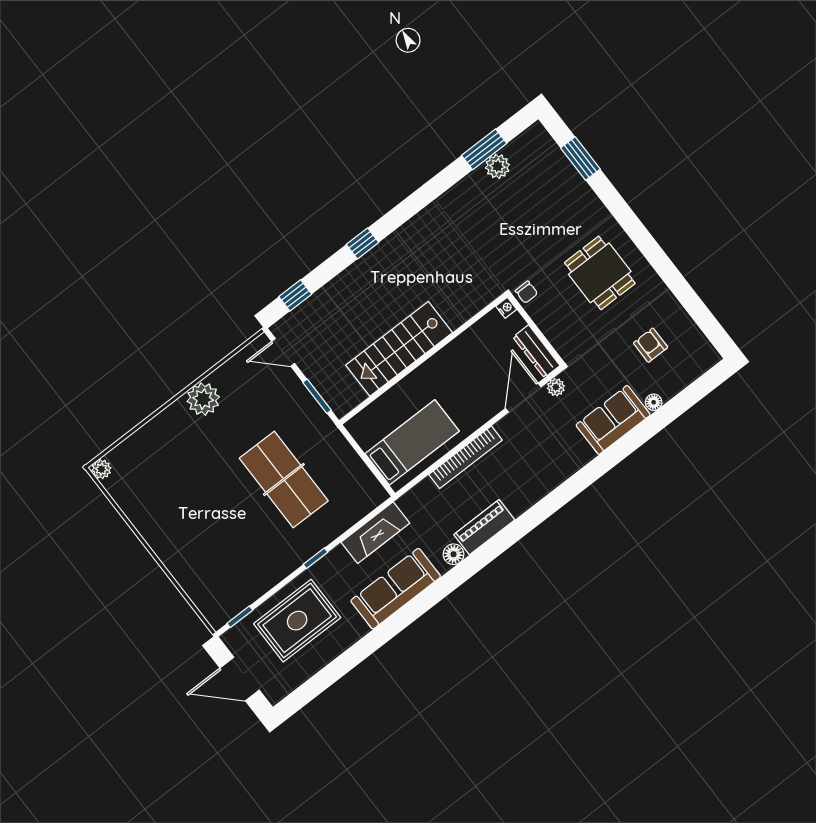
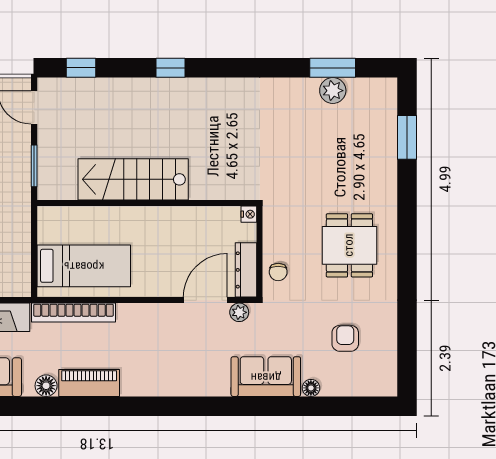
chair: (526, 292) -> (278, 272), moved
bookcase: (465, 457) -> (74, 312), moved

